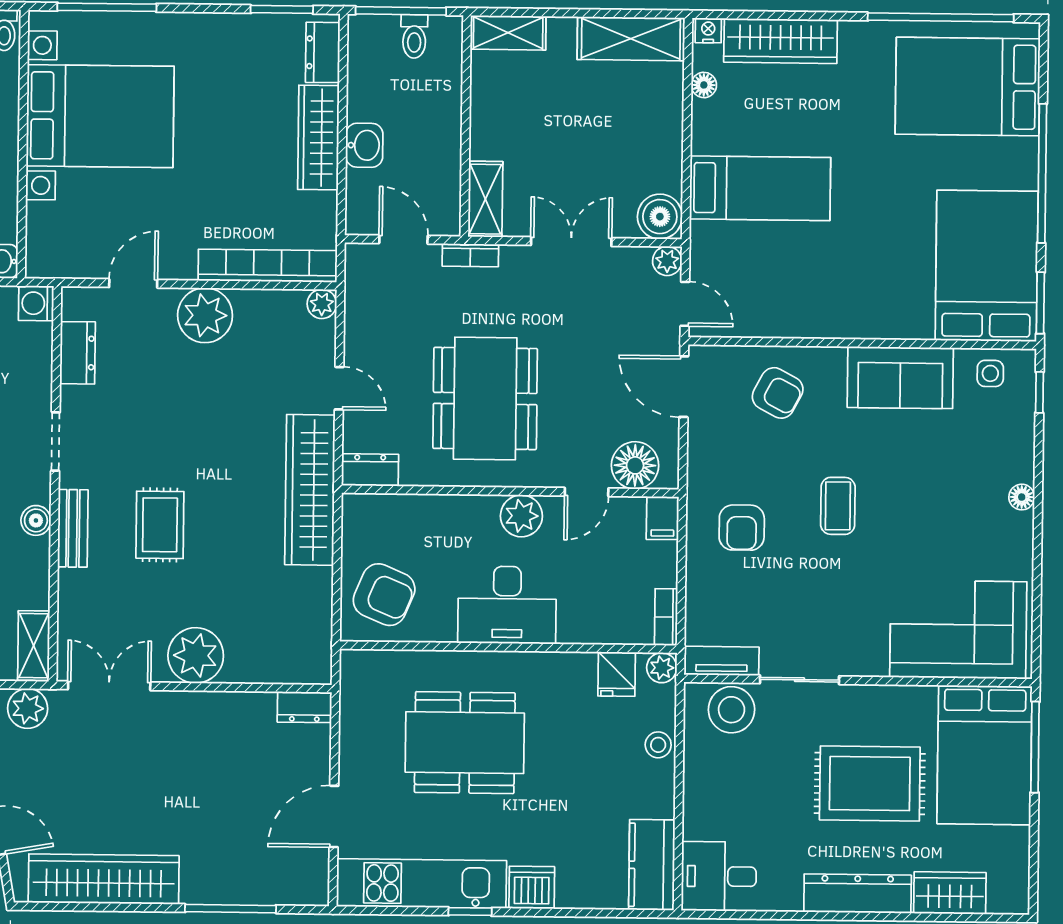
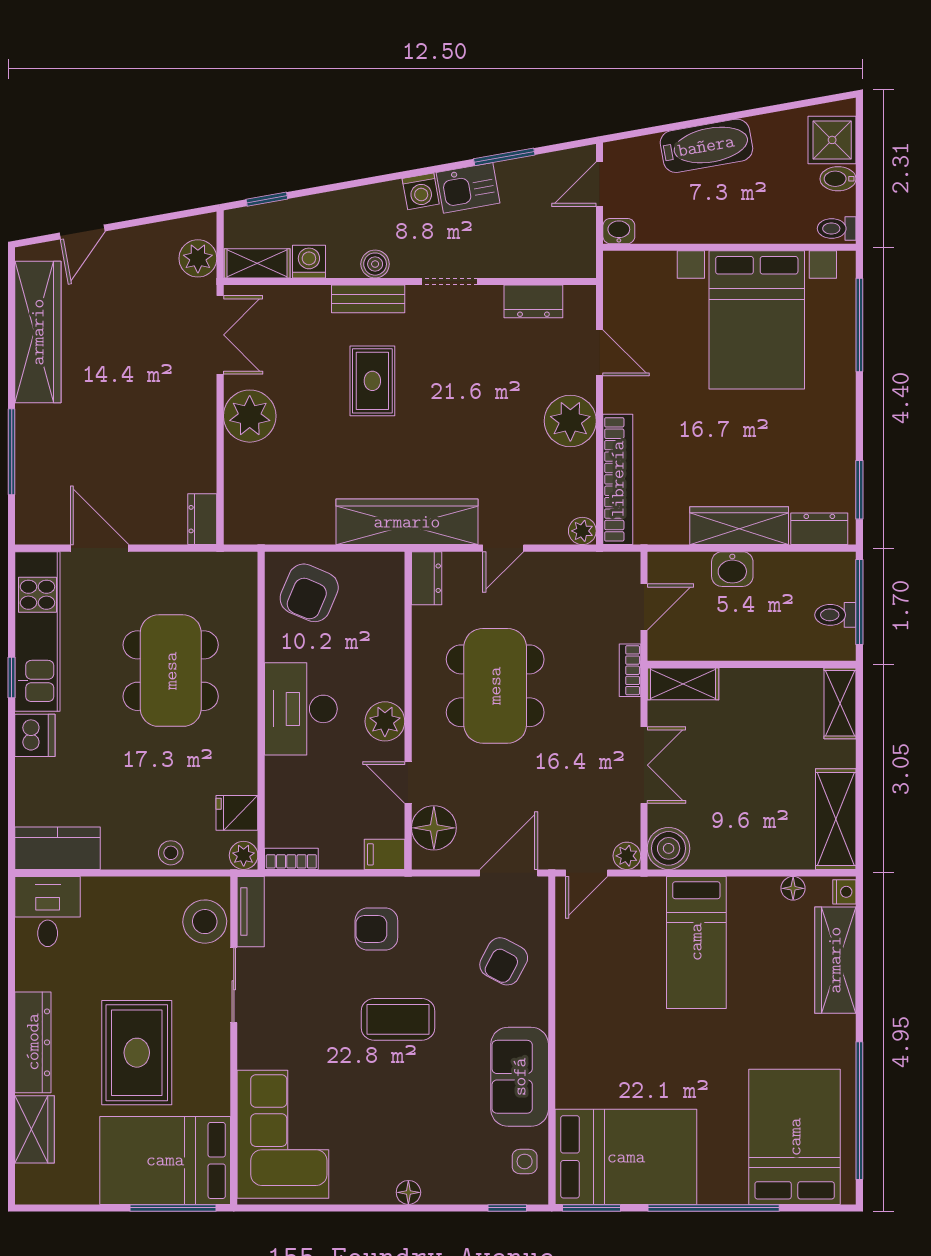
washing machine: (36, 303) -> (309, 262), moved
dining table: (485, 398) -> (495, 686), turned 90
coffee table: (838, 506) -> (398, 1019), width x1.36, depth x1.30
rug: (160, 525) -> (372, 381), turned 90

